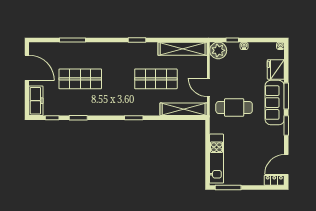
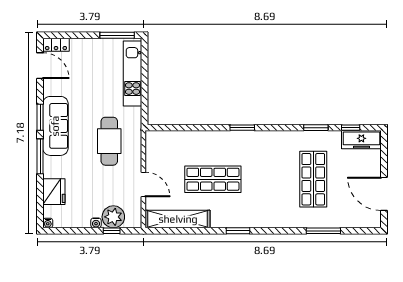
plant: (218, 50) -> (113, 217), moved
shop shelf: (80, 79) -> (313, 179), turned 90
door: (208, 87) -> (143, 184), moved
freezer: (36, 101) -> (361, 140), moved, turned -90
sofa: (275, 103) -> (55, 126), moved
cafe table: (234, 108) -> (109, 141), turned 90
shelving: (184, 109) -> (176, 139), removed
door: (286, 164) -> (40, 66), hinge flipped

